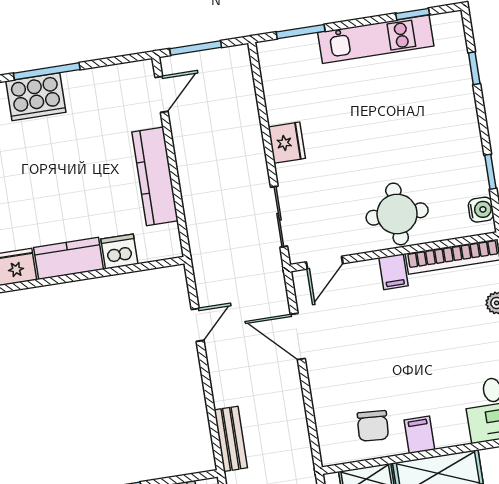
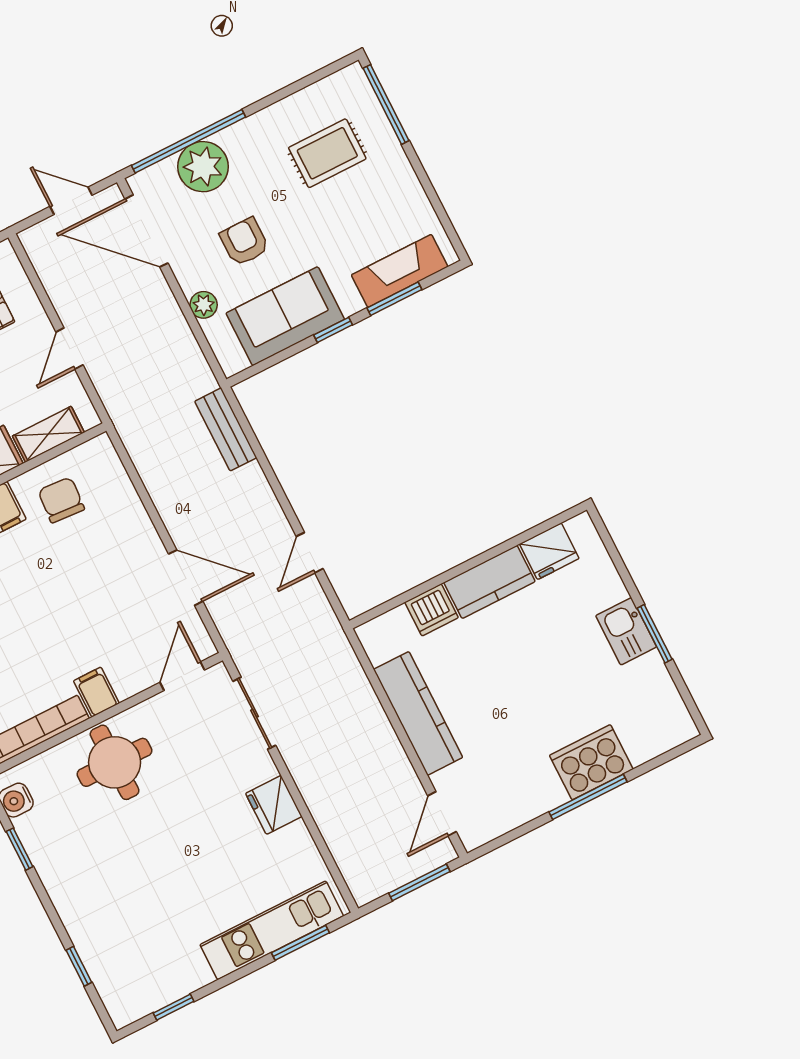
kitchen unit: (376, 39) -> (272, 930), moved

